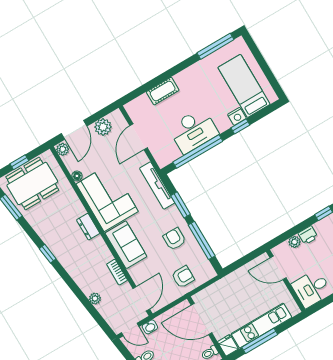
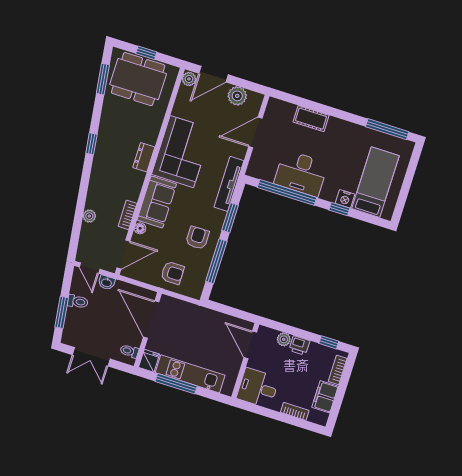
floor lamp: (77, 176) -> (140, 228), moved

